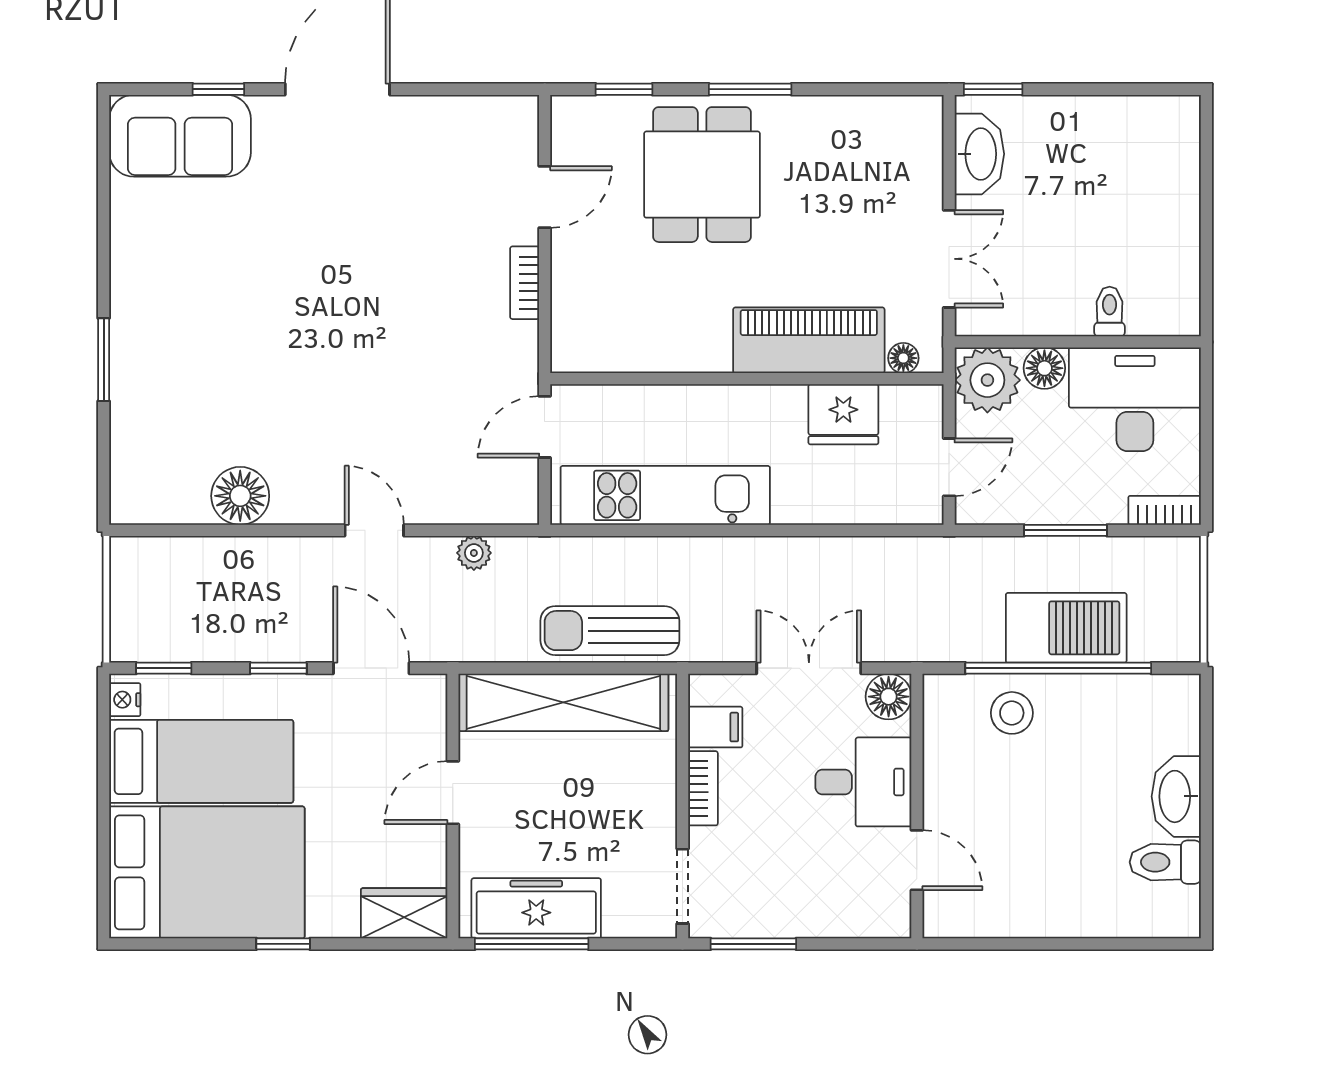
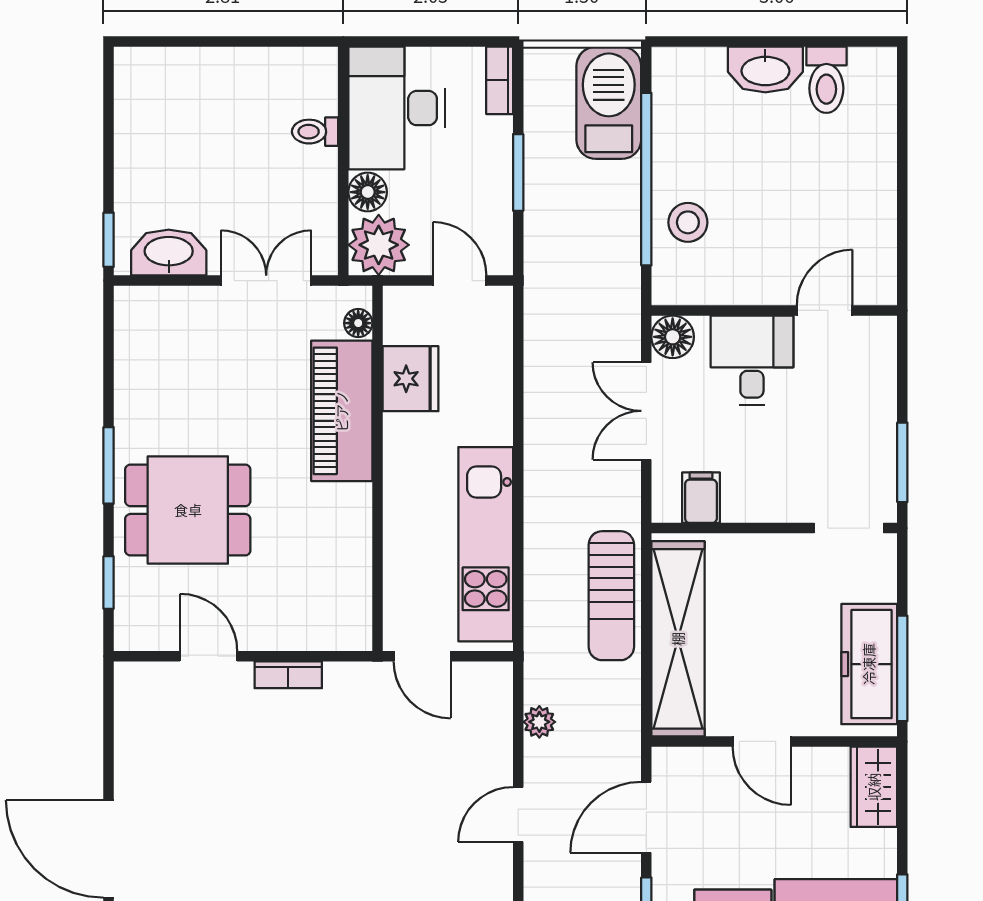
barbecue: (1066, 628) -> (609, 103), moved
bookcase: (703, 788) -> (758, 509), removed

